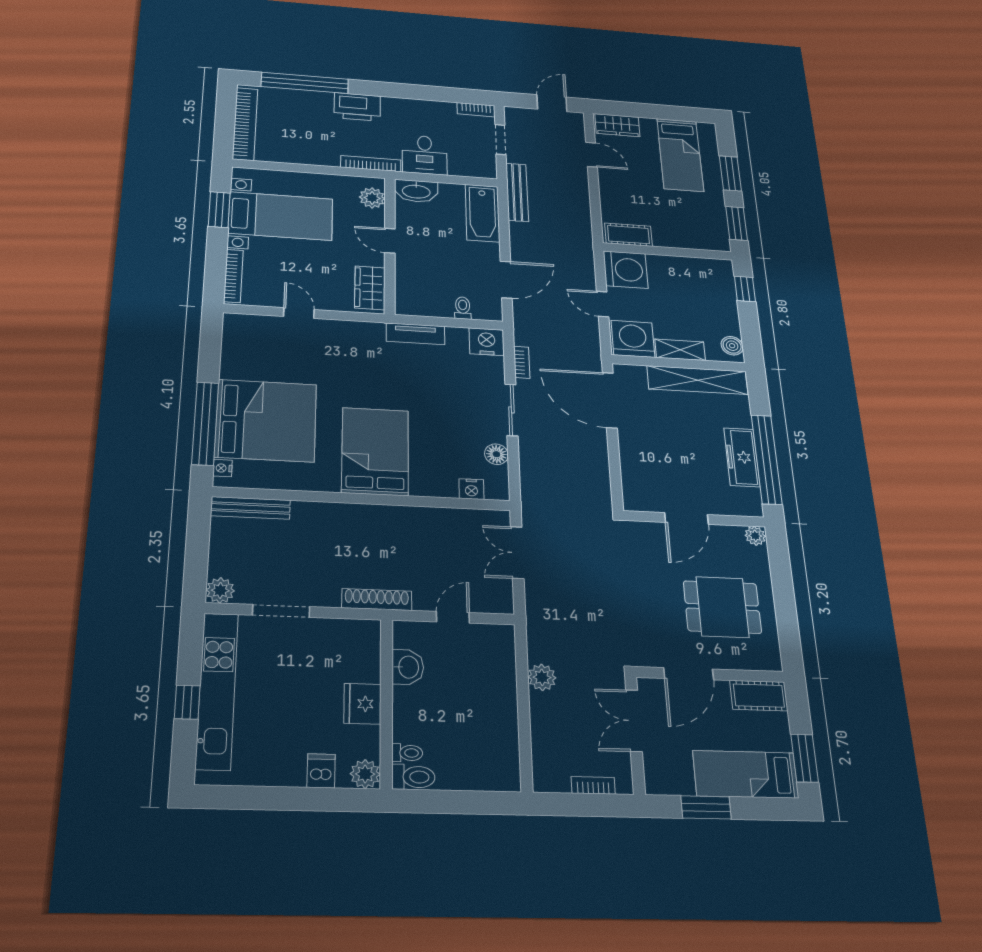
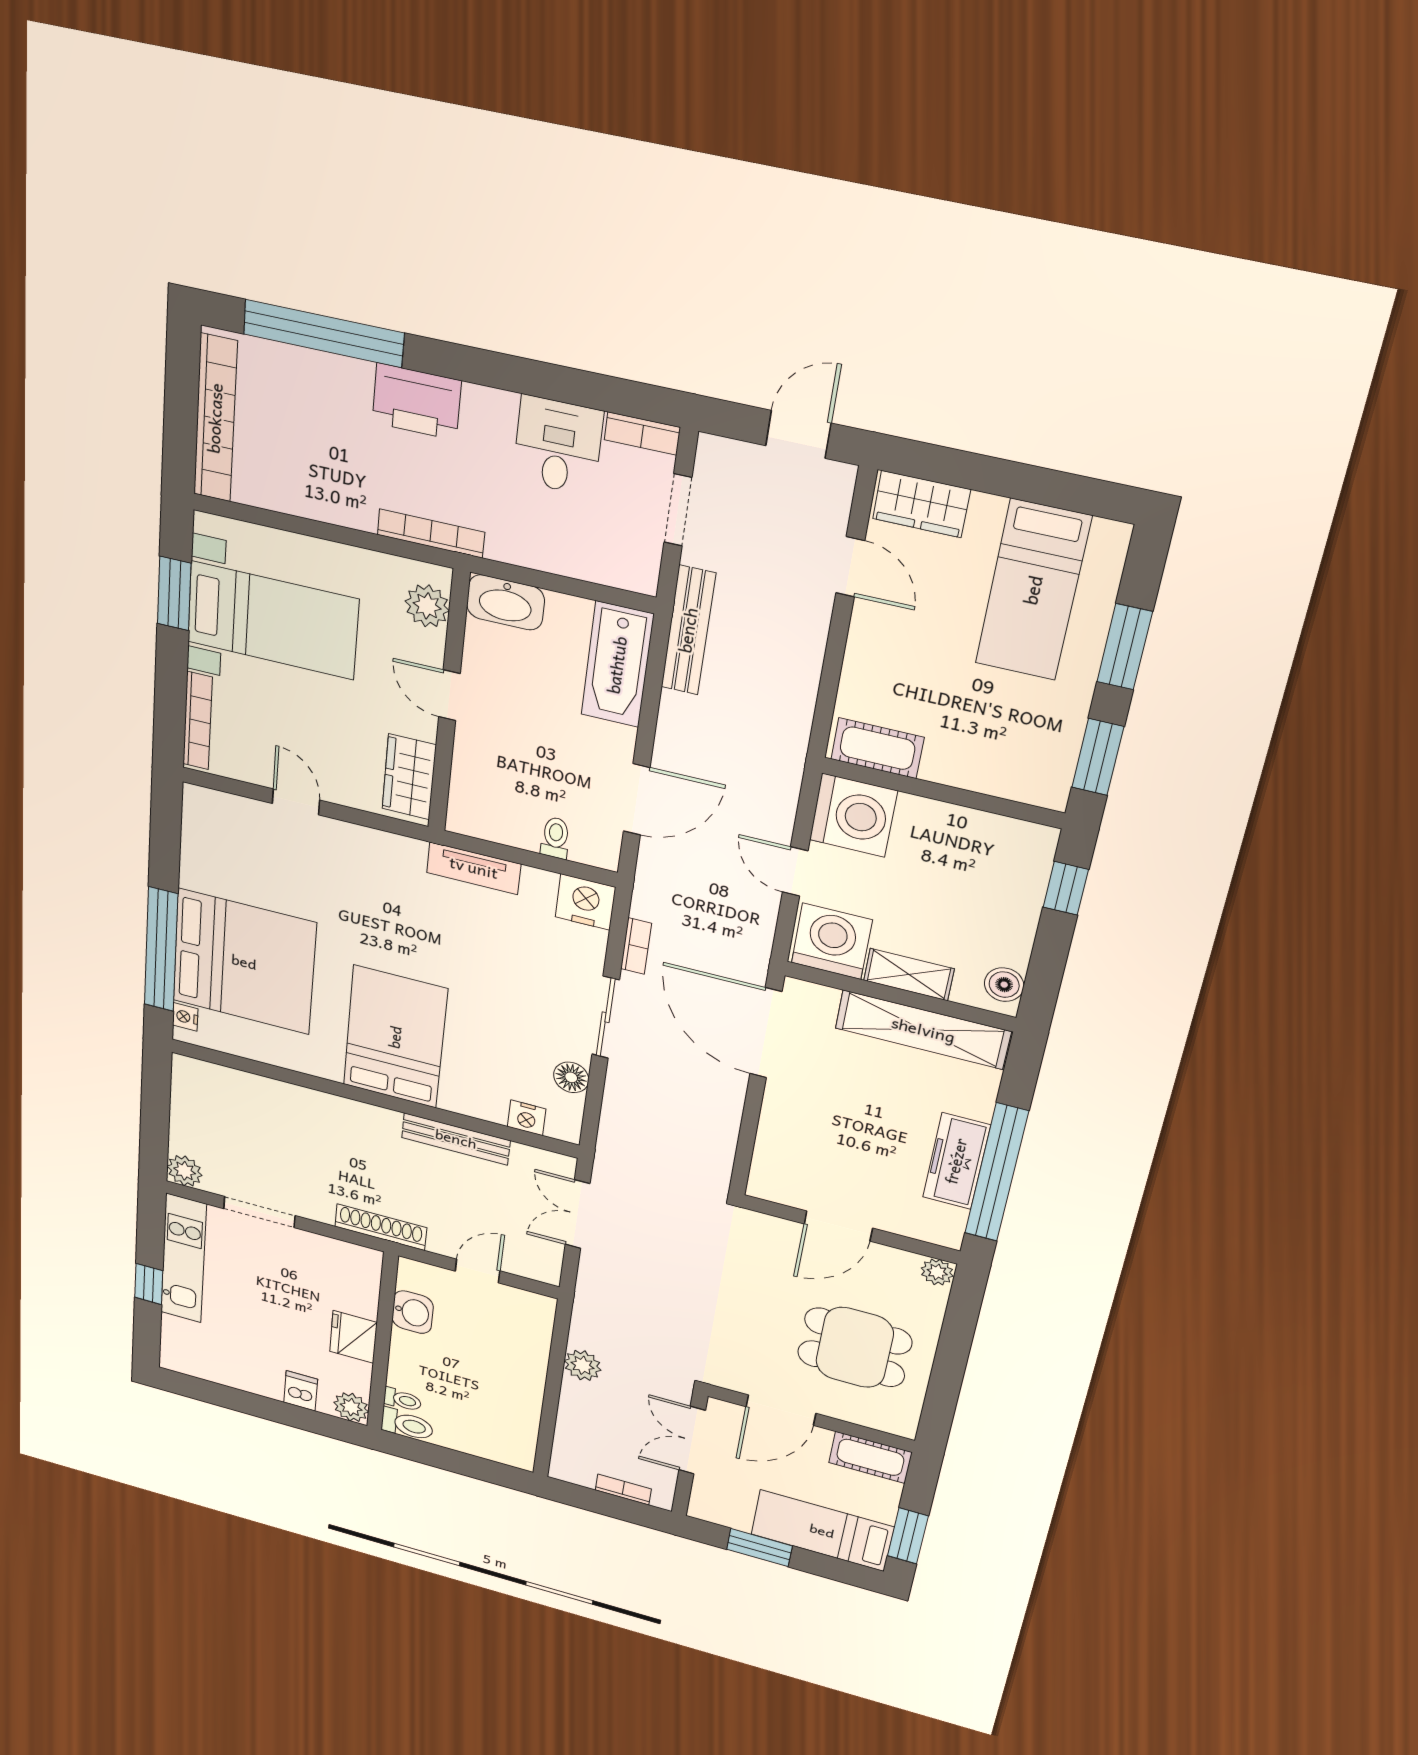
desk: (425, 155) -> (558, 446), moved, turned 180
bench: (251, 508) -> (456, 1139), moved
kitchen unit: (217, 690) -> (184, 1259), width x0.73

